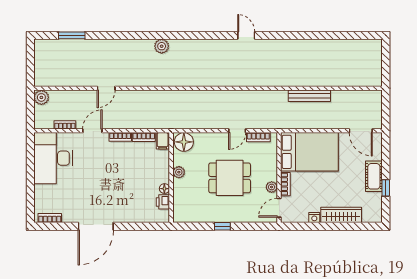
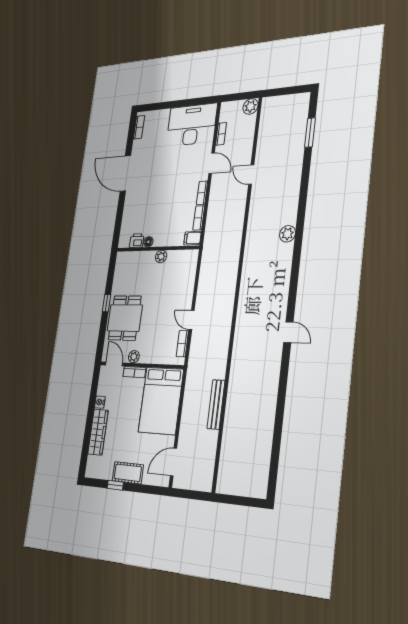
door: (246, 35) -> (288, 332), hinge flipped
floor lamp: (184, 142) -> (189, 261), removed
dining table: (230, 178) -> (125, 318), moved

